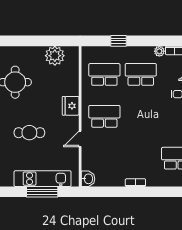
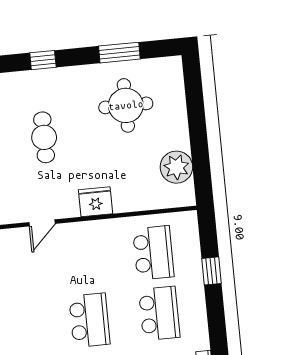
plant: (159, 51) -> (201, 341), removed
school desk: (104, 116) -> (89, 320), moved
door: (80, 139) -> (42, 223), swing flipped

